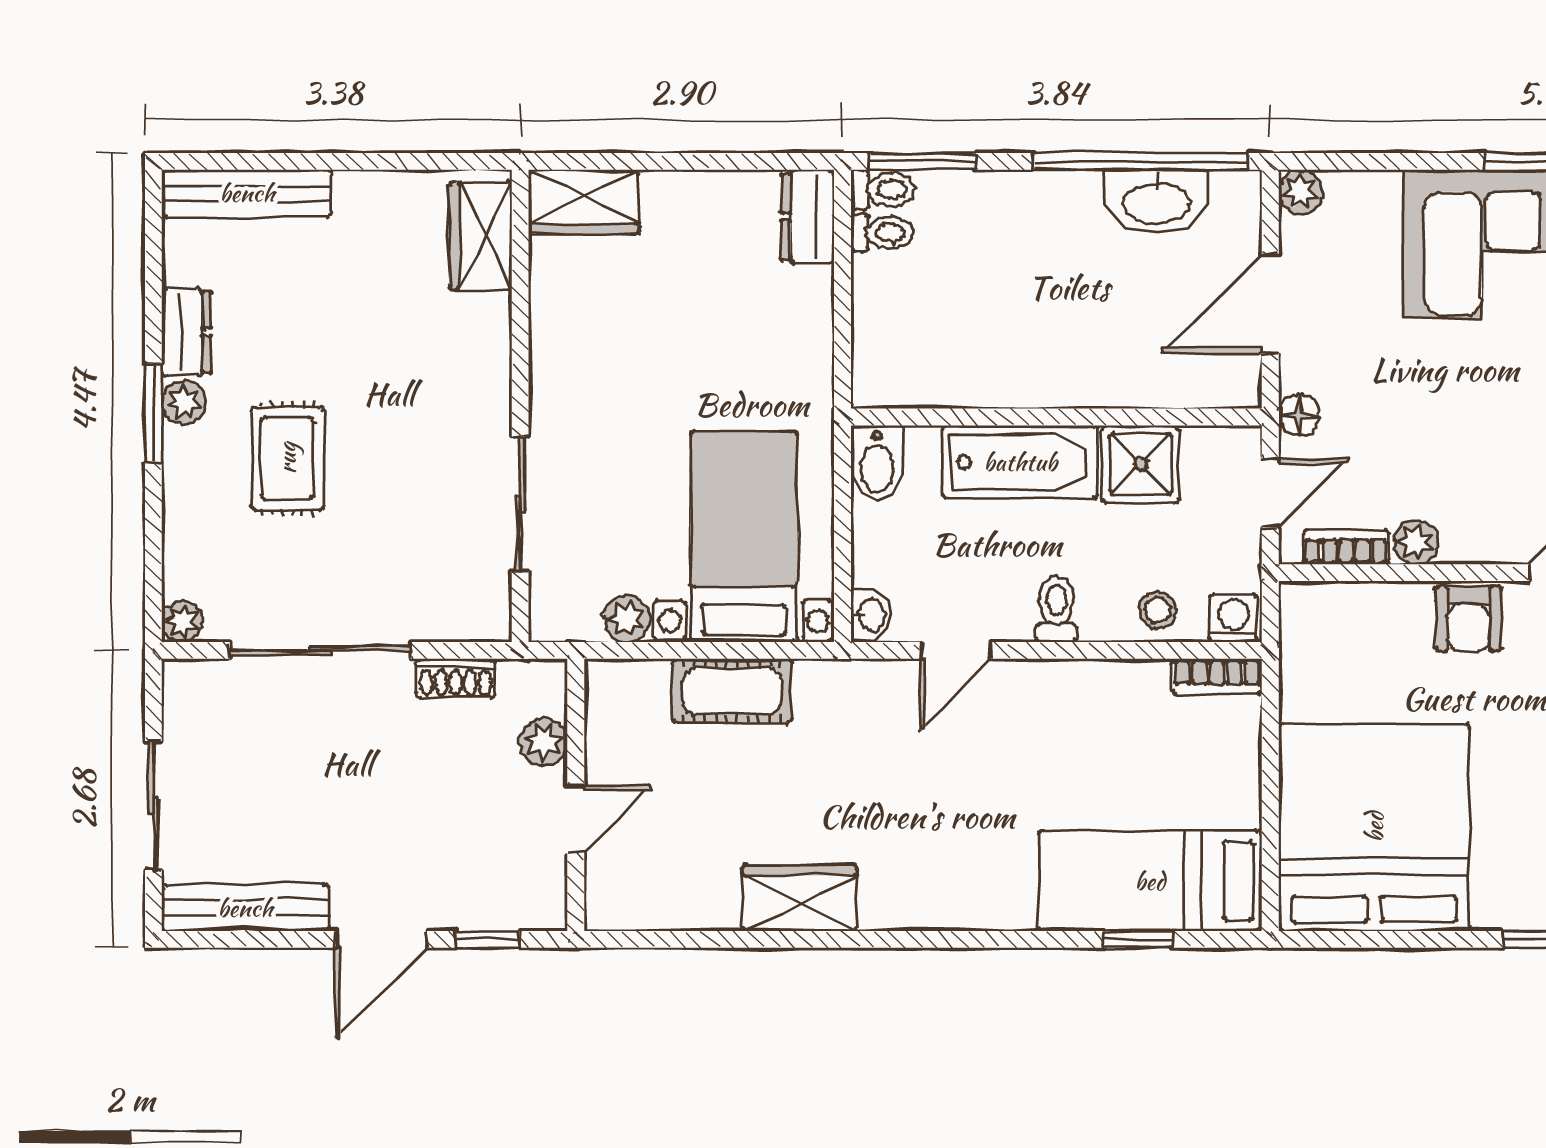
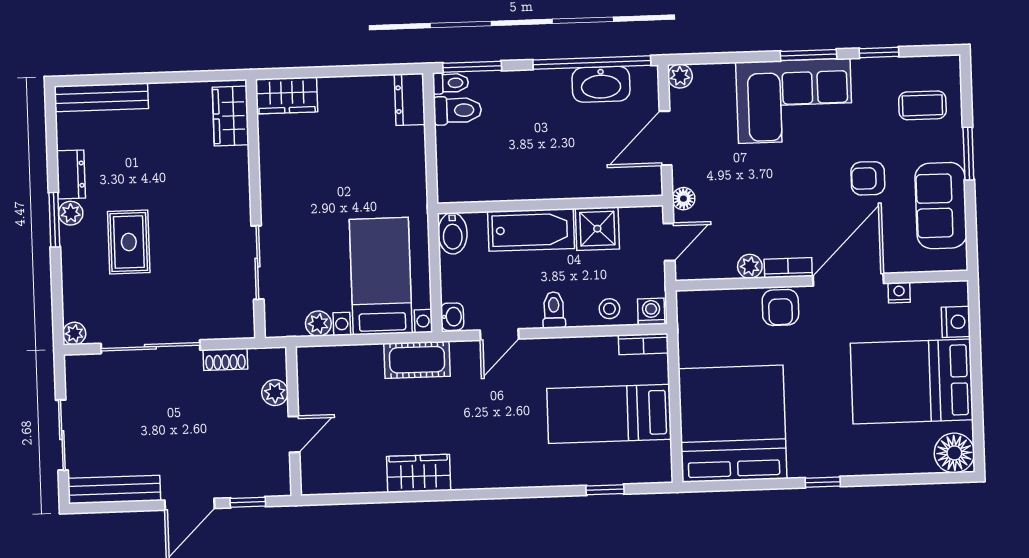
toilet: (882, 233) -> (458, 110), width x1.37, depth x1.39
bookcase: (1346, 547) -> (788, 268), moved
cot: (732, 691) -> (417, 360), moved
bed: (1150, 881) -> (609, 414), moved

